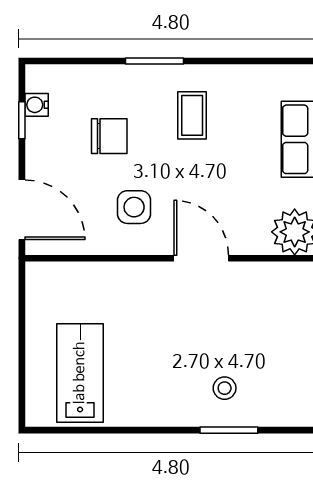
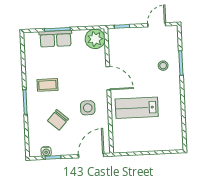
chair: (109, 136) -> (58, 120), turned -138
door: (201, 258) -> (108, 78), swing flipped
lab bench: (80, 373) -> (137, 108), moved

